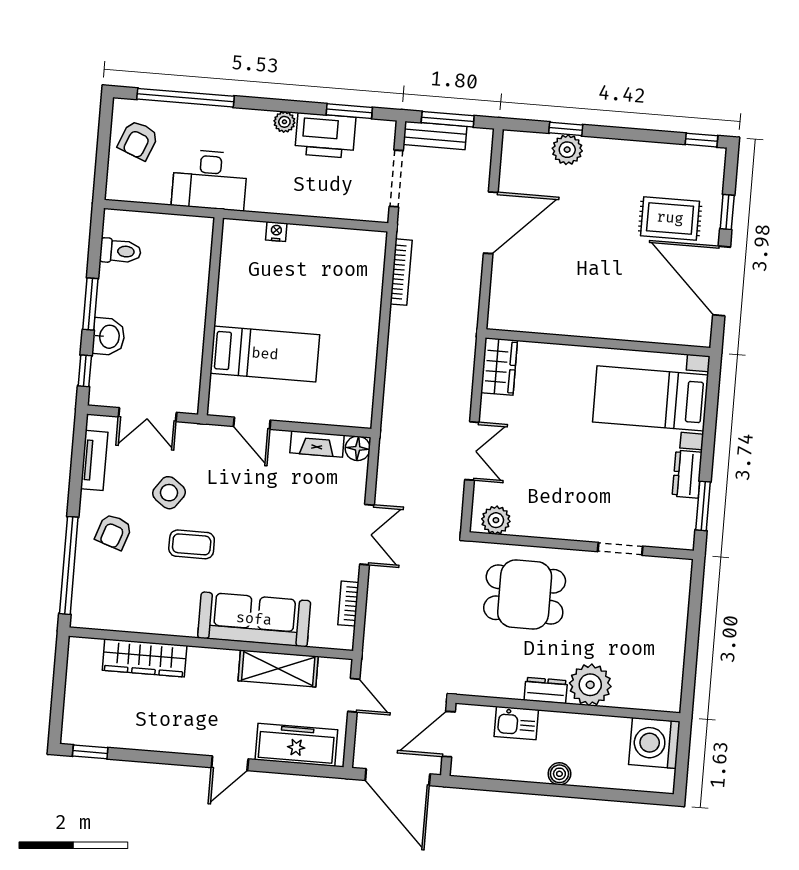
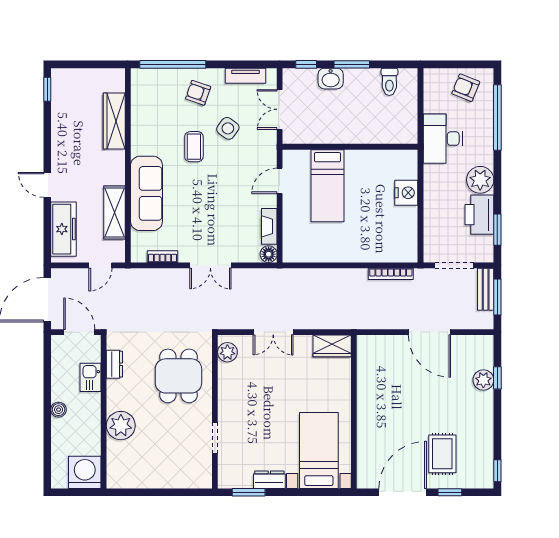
plant: (284, 122) -> (480, 180), width x1.87, depth x1.87
nightstand: (276, 232) -> (406, 193), width x1.89, depth x1.79
dresser: (546, 690) -> (114, 364), moved

